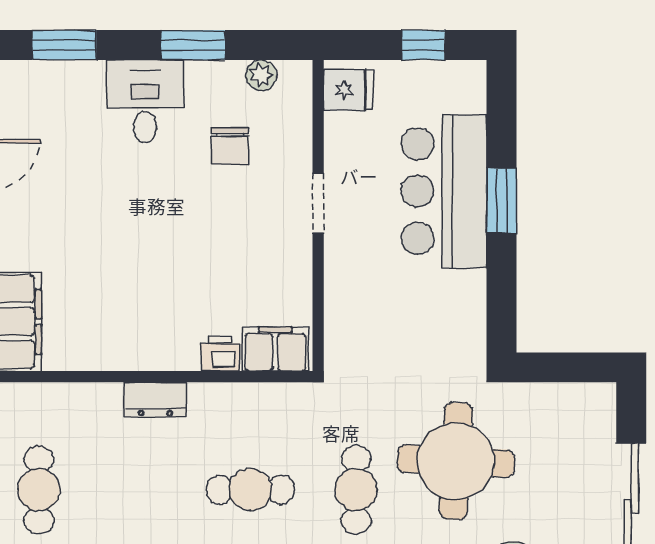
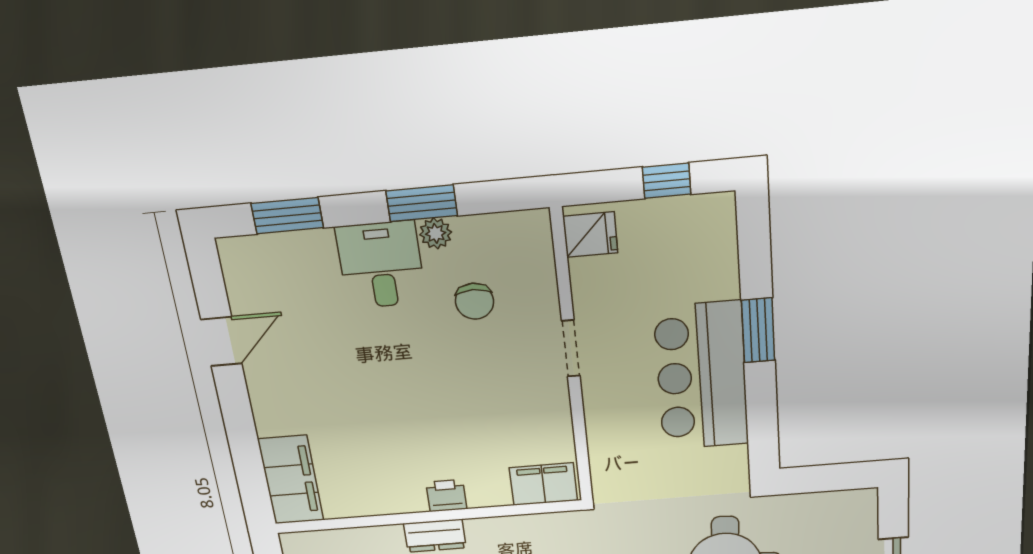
plant: (261, 75) -> (436, 233), moved
bar counter: (444, 191) -> (702, 377), moved
printer: (220, 354) -> (446, 496), moved

